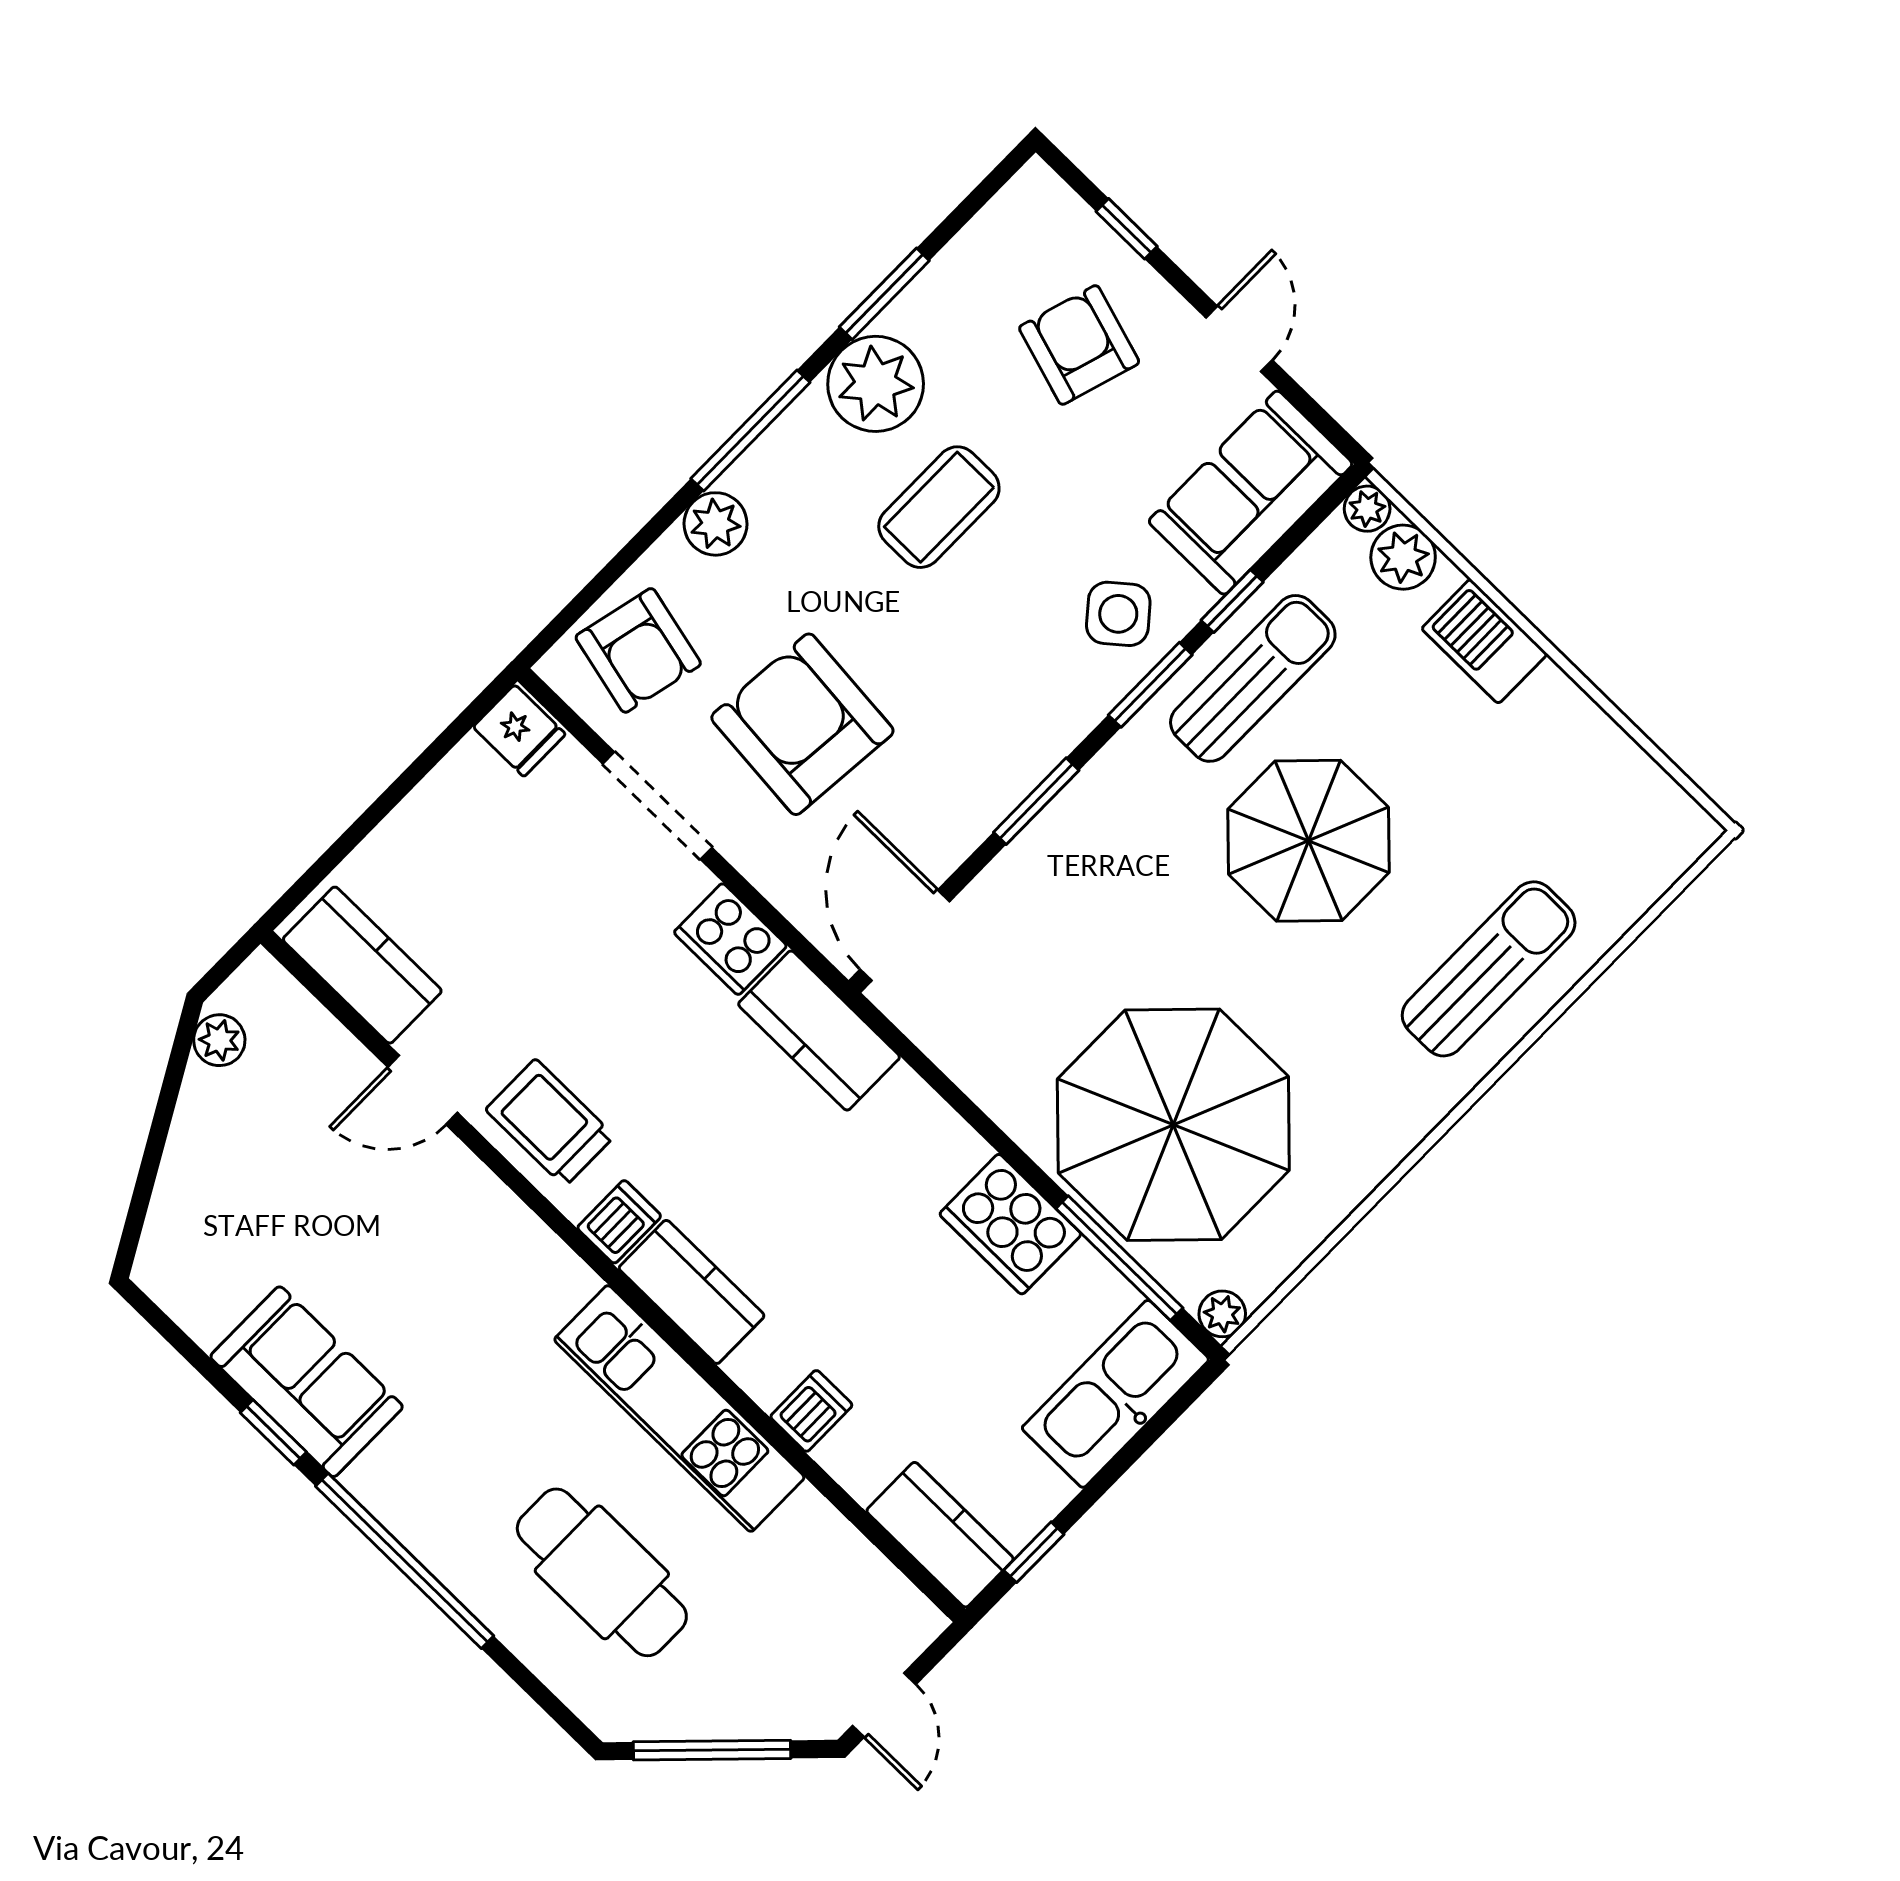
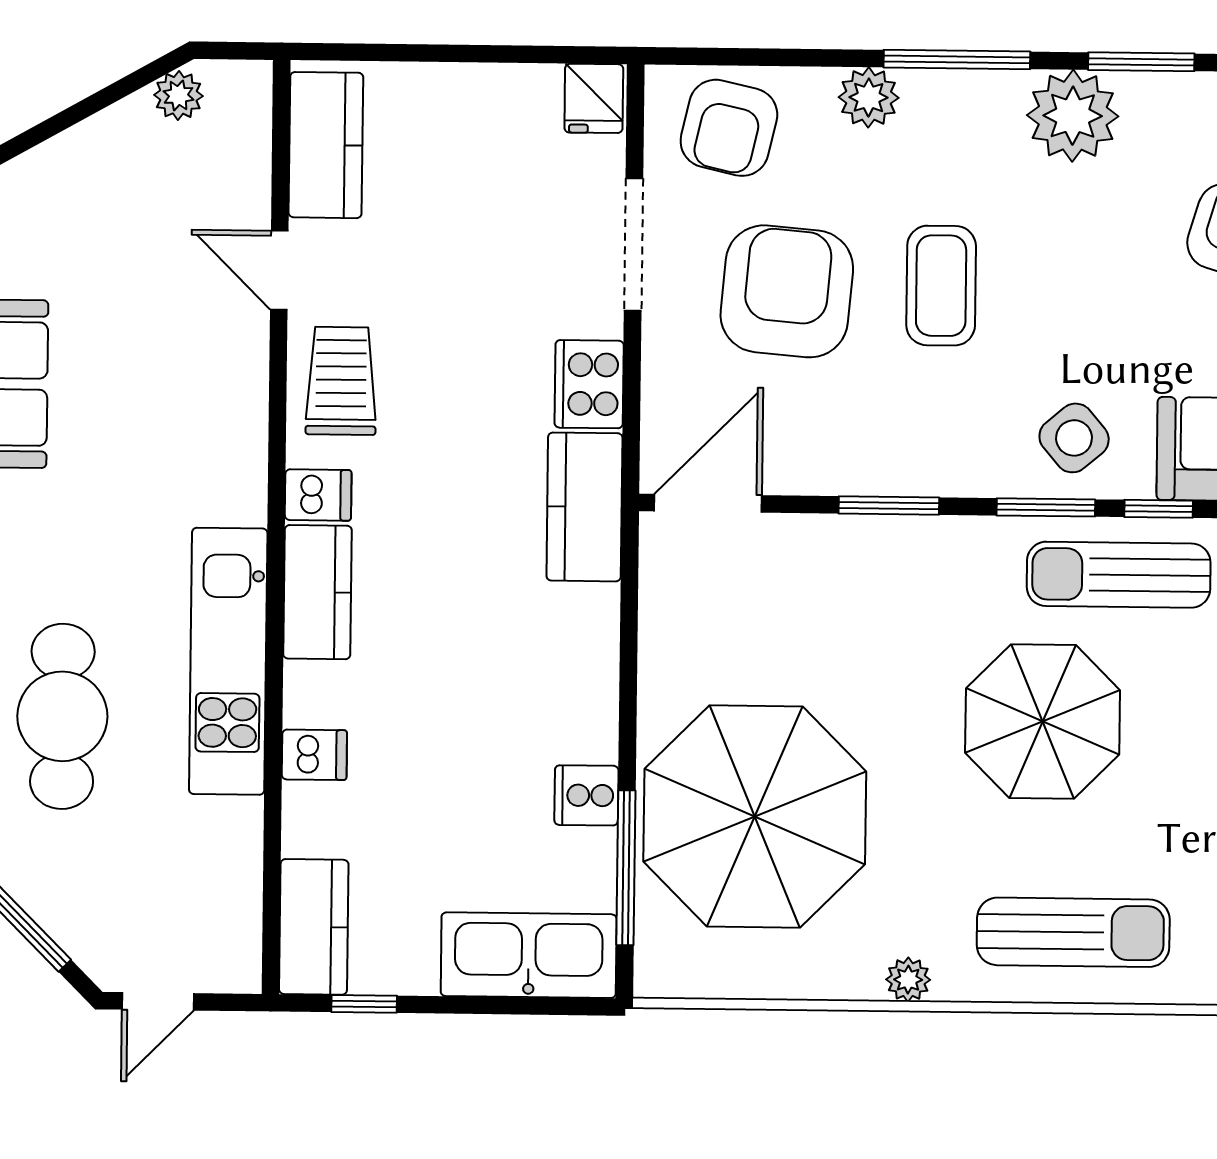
coffee table: (939, 507) -> (941, 286), moved, turned 90
sun lounger: (1253, 678) -> (1119, 575), turned 180
cooker: (1010, 1224) -> (586, 795), width x0.53, depth x0.76
plant: (1222, 1314) -> (908, 980), moved

